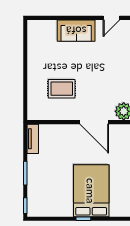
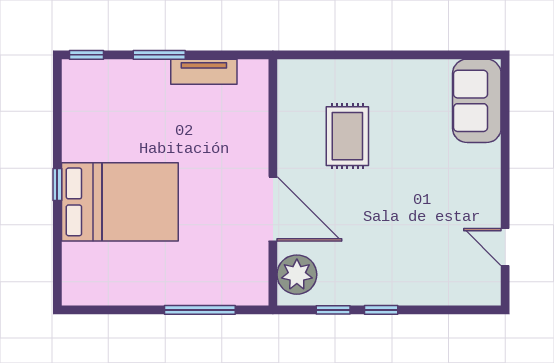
sofa: (76, 31) -> (477, 101), moved
door: (94, 122) -> (273, 209), swing flipped
tv unit: (33, 139) -> (204, 72), moved

